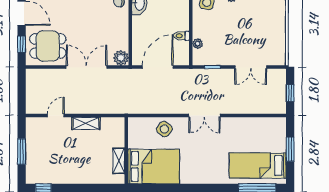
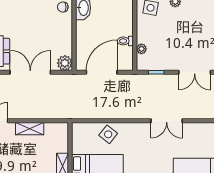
double door: (204, 115) -> (167, 121), moved

